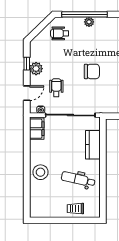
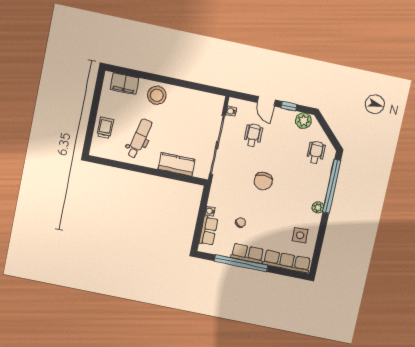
plant: (89, 22) -> (318, 207), moved
plant: (36, 69) -> (303, 121), moved
wheelchair: (56, 88) -> (253, 135), turned -90
door: (27, 93) -> (266, 101), moved
filing cabinet: (37, 129) -> (124, 84), moved

